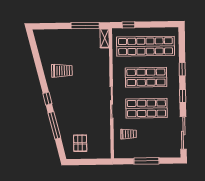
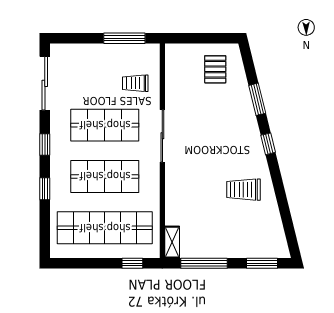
window: (50, 26) -> (262, 263), added
window: (54, 125) -> (257, 99), width x0.69
window: (146, 161) -> (124, 38), moved

